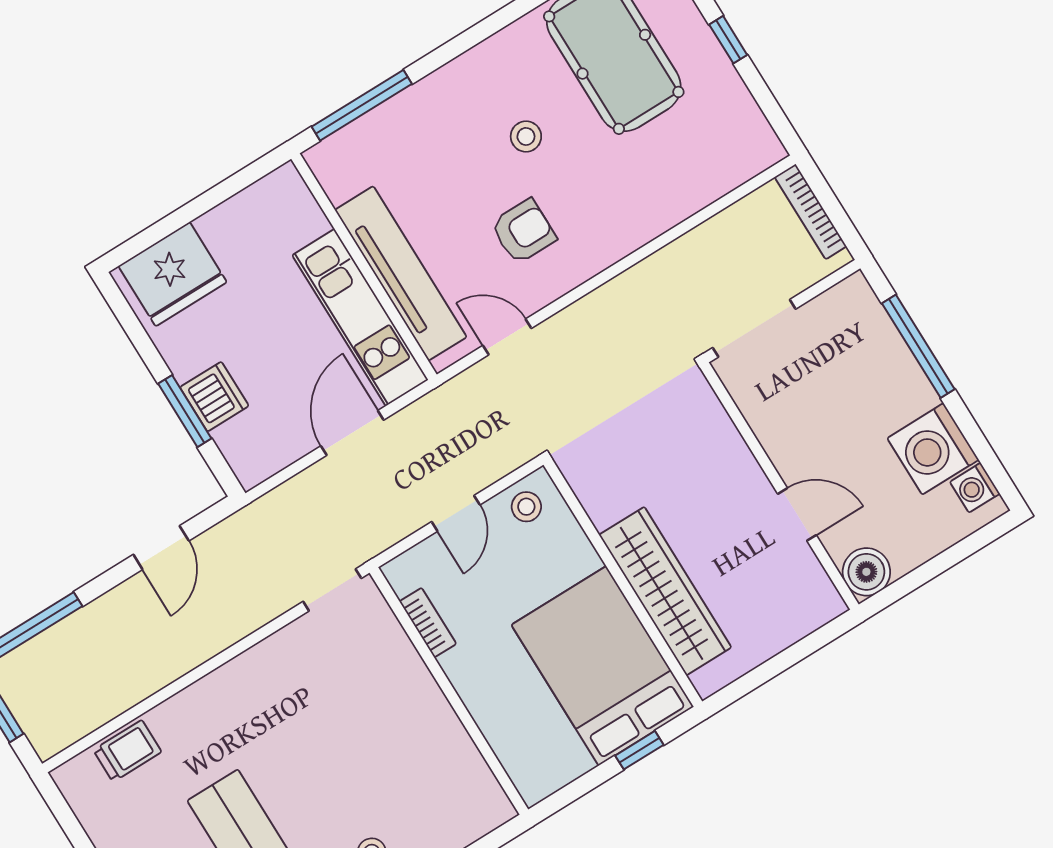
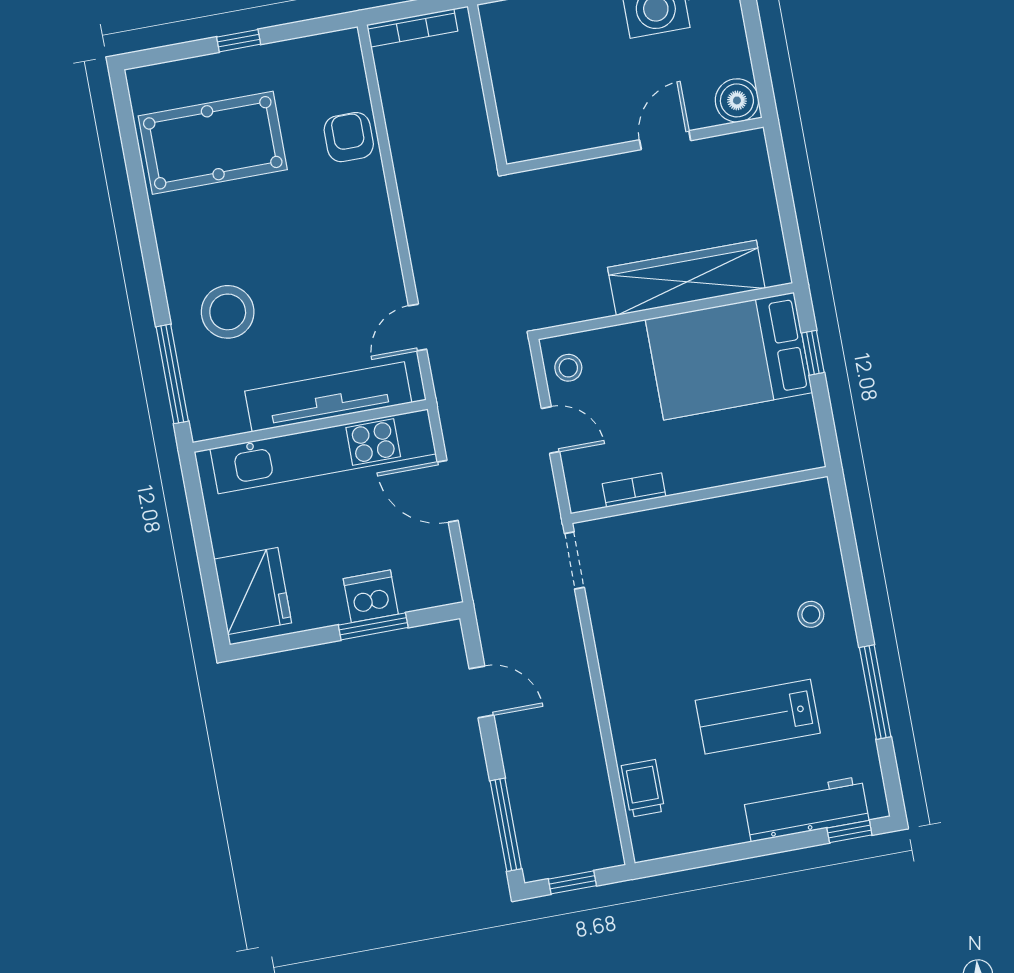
stool: (526, 136) -> (228, 312), moved, width x1.89, depth x1.89
armchair: (523, 231) -> (349, 137), moved
kitchen unit: (360, 317) -> (323, 451), width x1.36
doorway: (754, 328) -> (493, 115), removed

